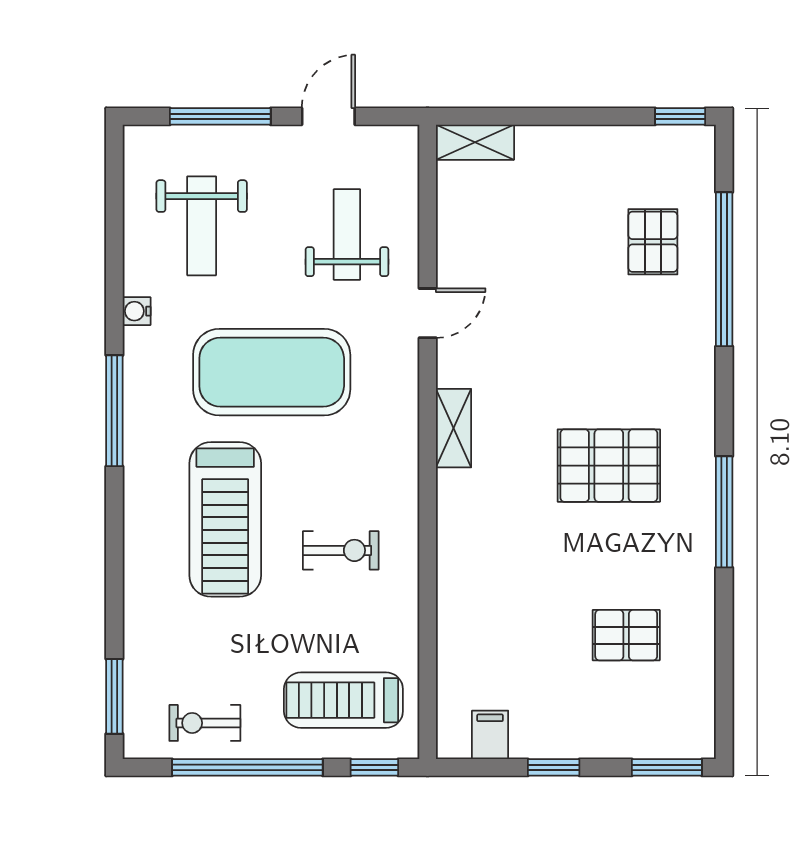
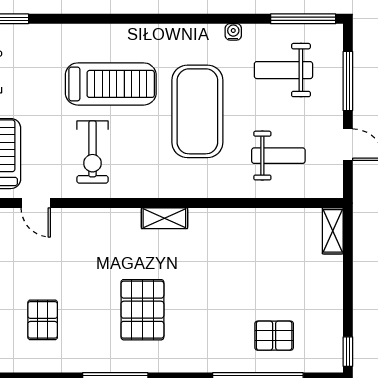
door: (428, 313) -> (36, 203), moved
window: (114, 411) -> (303, 19), moved
treadmill: (225, 519) -> (111, 84), turned 180
exercise bike: (341, 550) -> (92, 152), width x1.38, depth x1.39

